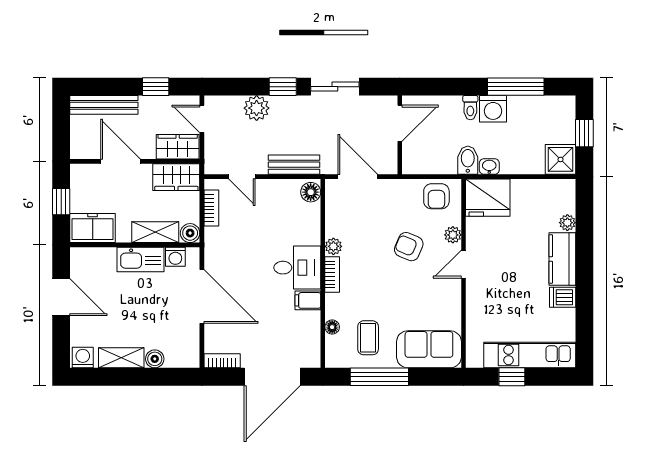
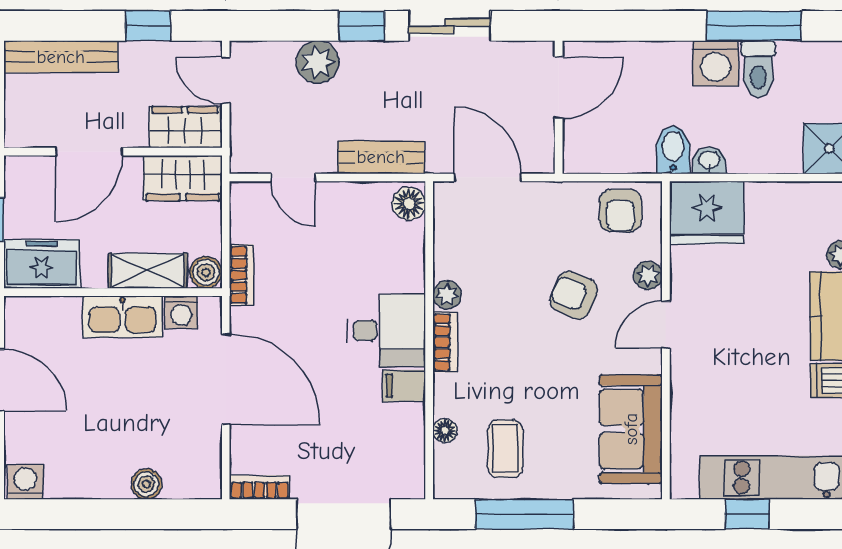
toilet: (470, 108) -> (758, 69), moved, width x1.37, depth x1.39
door: (121, 161) -> (89, 152), swing flipped
bookcase: (211, 208) -> (242, 275), moved
sofa: (429, 349) -> (631, 429), moved, turned -90
shelving: (121, 358) -> (90, 482), removed

